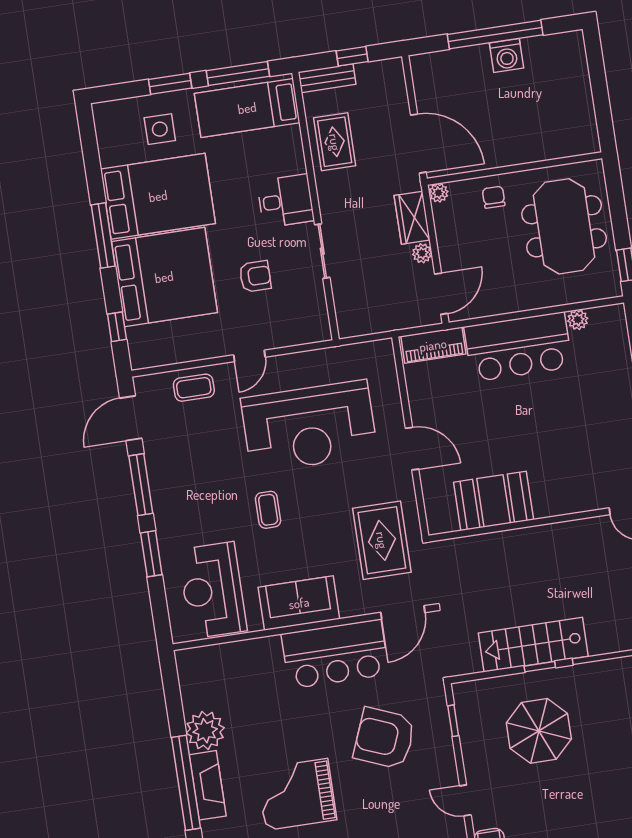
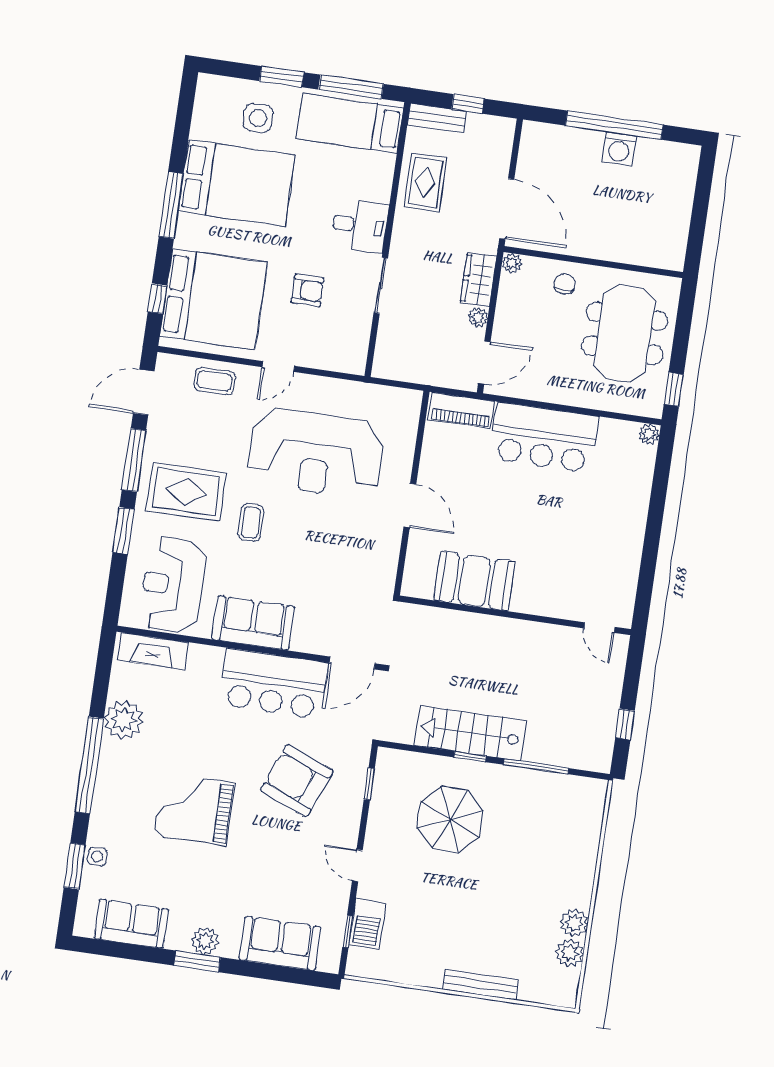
bed: (164, 277) -> (214, 299), moved
plant: (578, 320) -> (649, 434), moved
rug: (382, 540) -> (186, 492), moved, turned 90
fireplace: (208, 785) -> (153, 651), moved, turned 90

